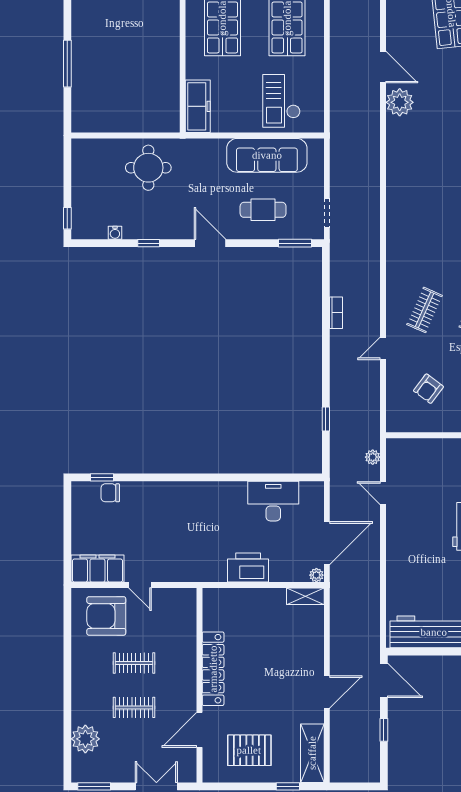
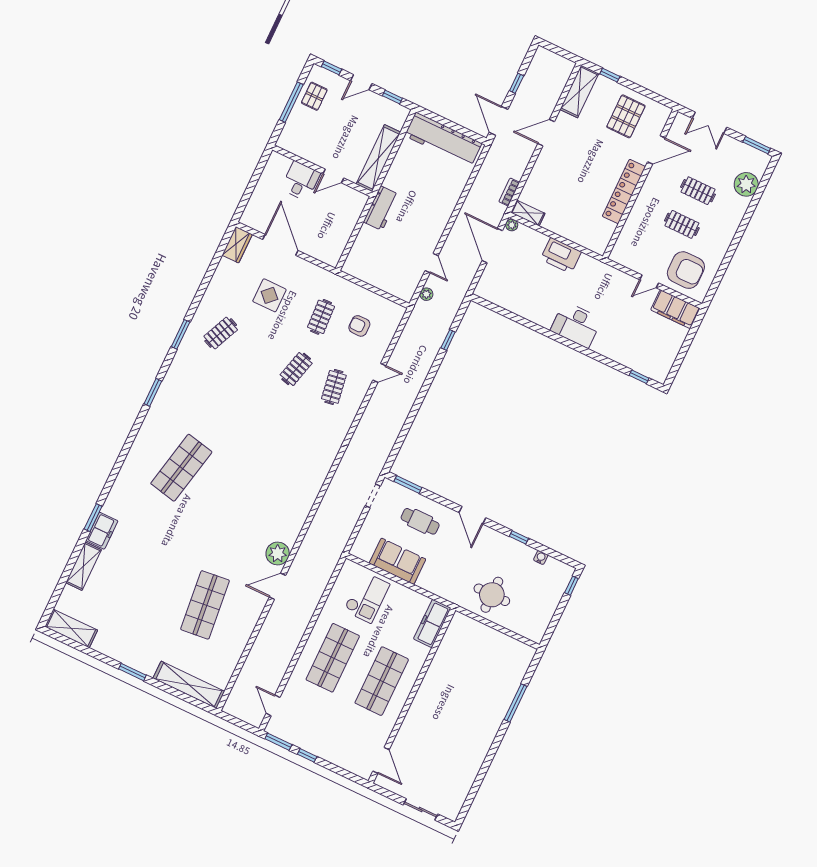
door: (383, 67) -> (277, 586), hinge flipped
sofa: (267, 155) -> (398, 561), width x0.73
clothes rail: (425, 310) -> (334, 387), turned -33
bookcase: (336, 313) -> (509, 192), moved
armchair: (428, 389) -> (359, 326), turned -127
chair: (110, 493) -> (638, 362), removed
desk: (273, 501) -> (576, 325), moved
door: (327, 543) -> (492, 246), hinge flipped
door: (140, 585) -> (649, 281), swing flipped
pallet: (249, 750) -> (626, 116), turned 90

